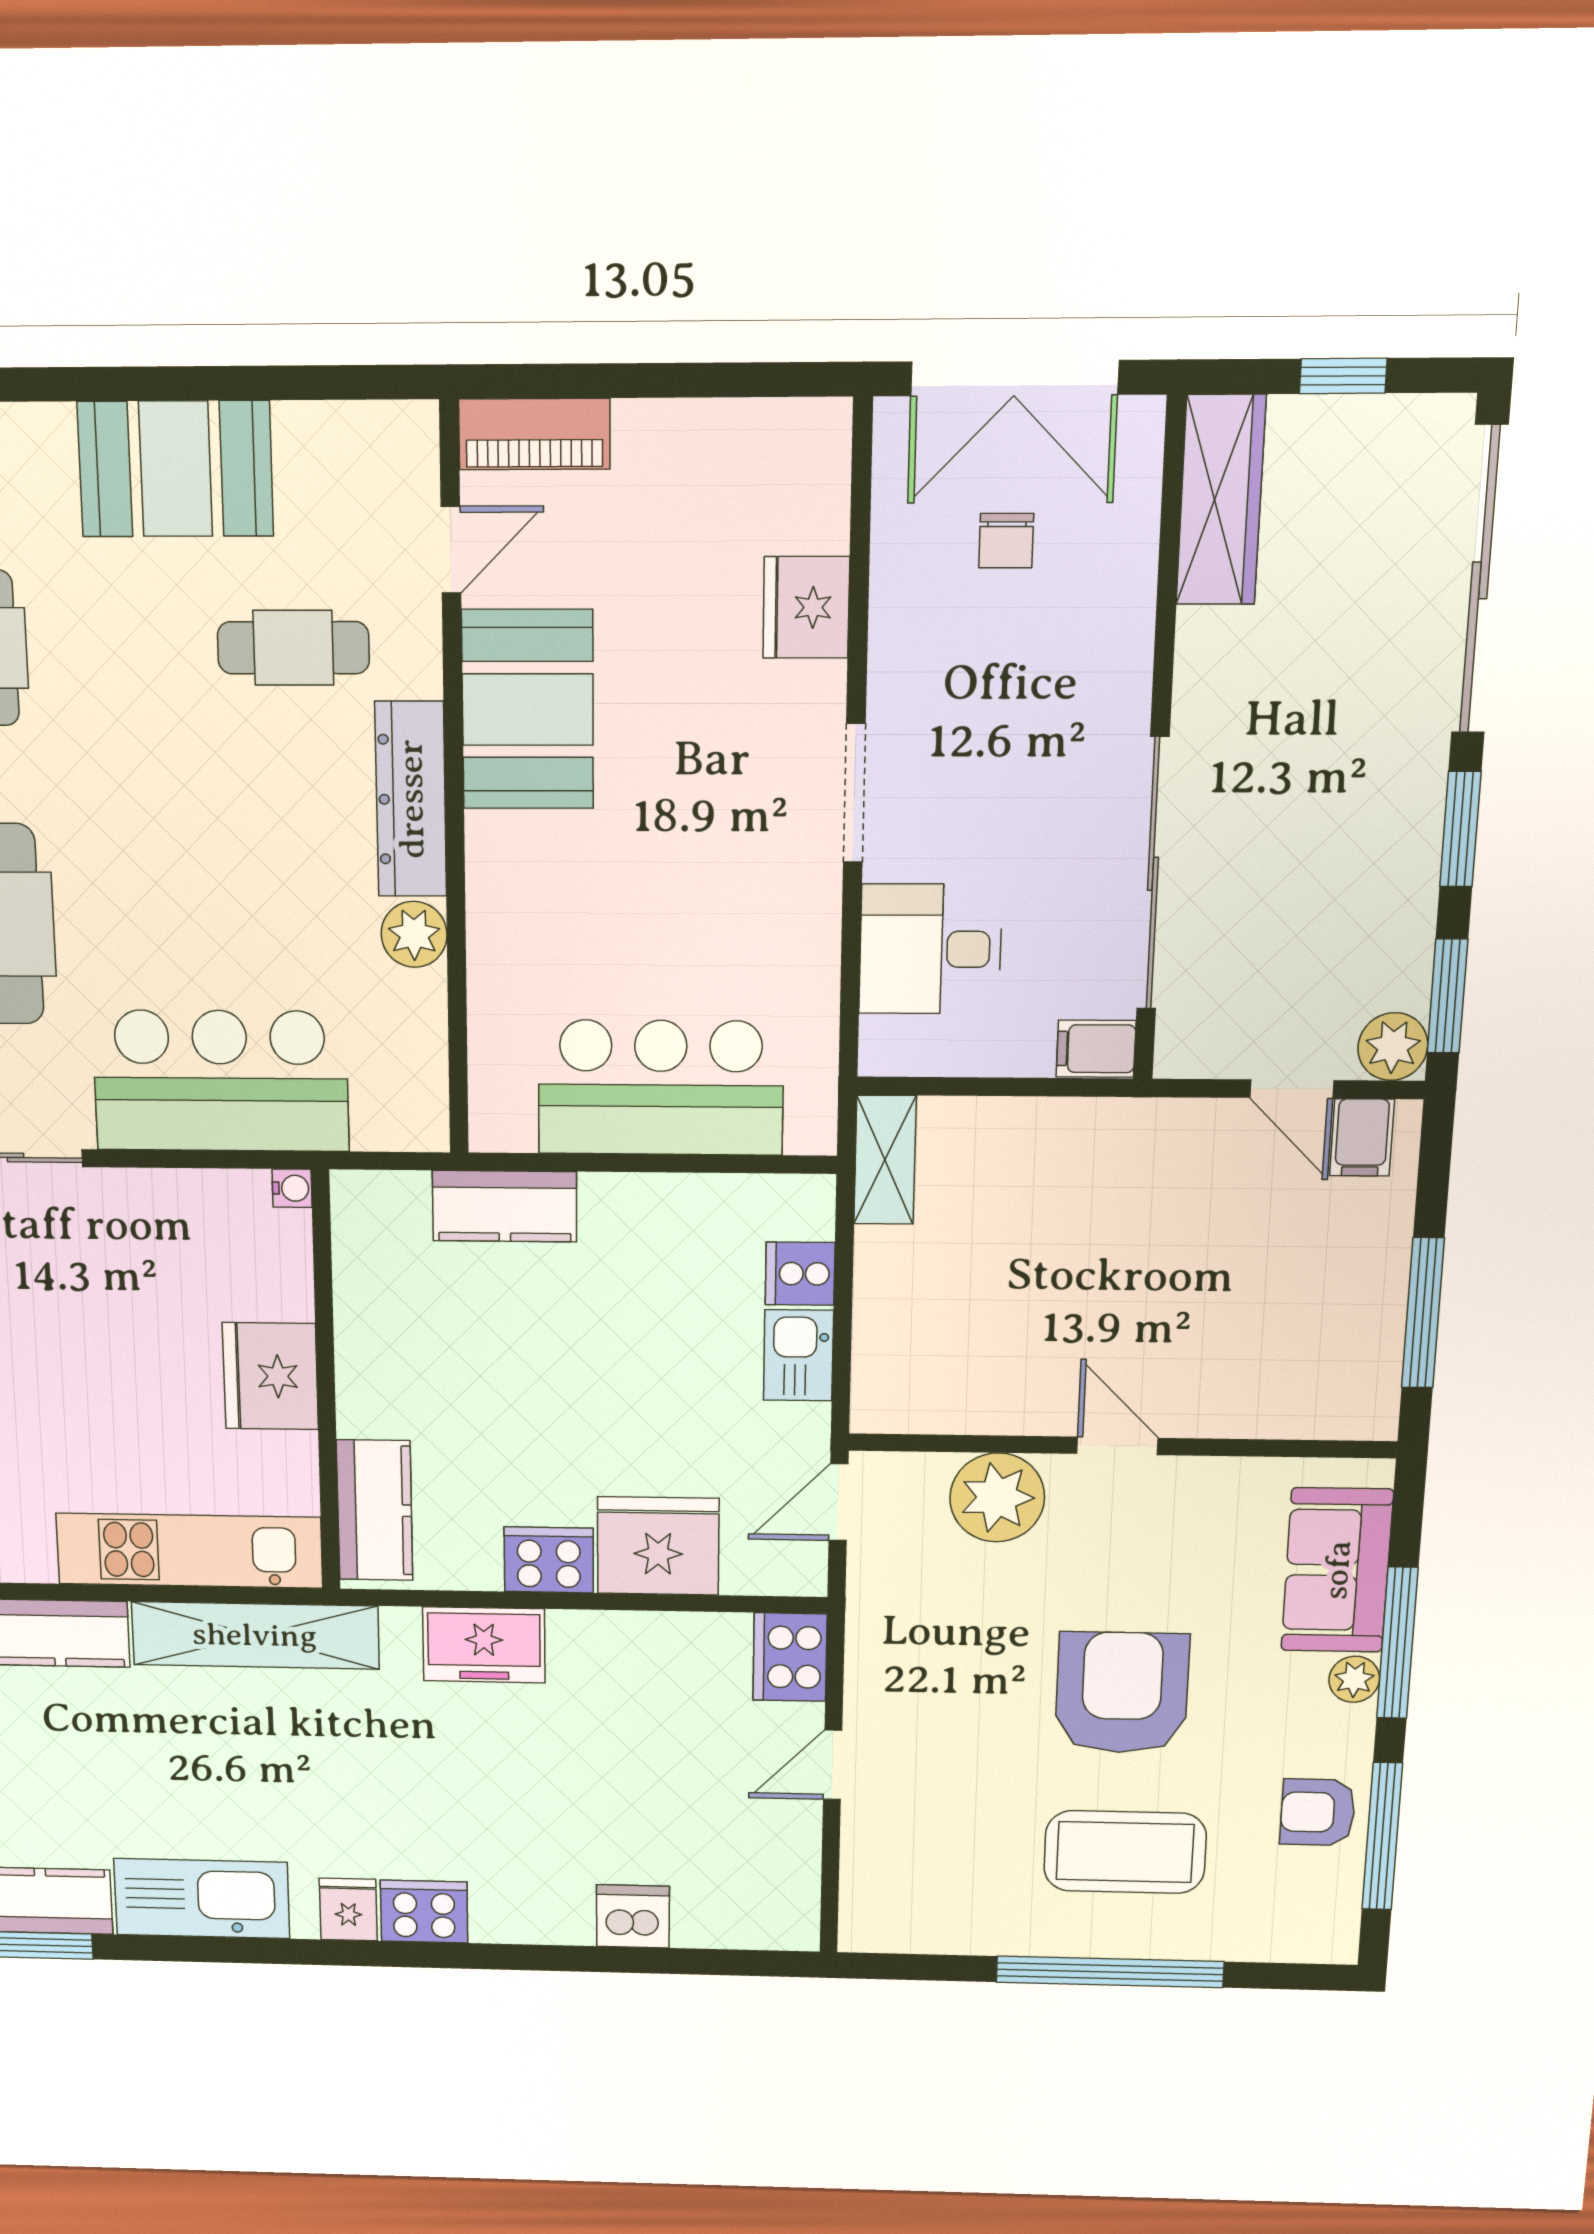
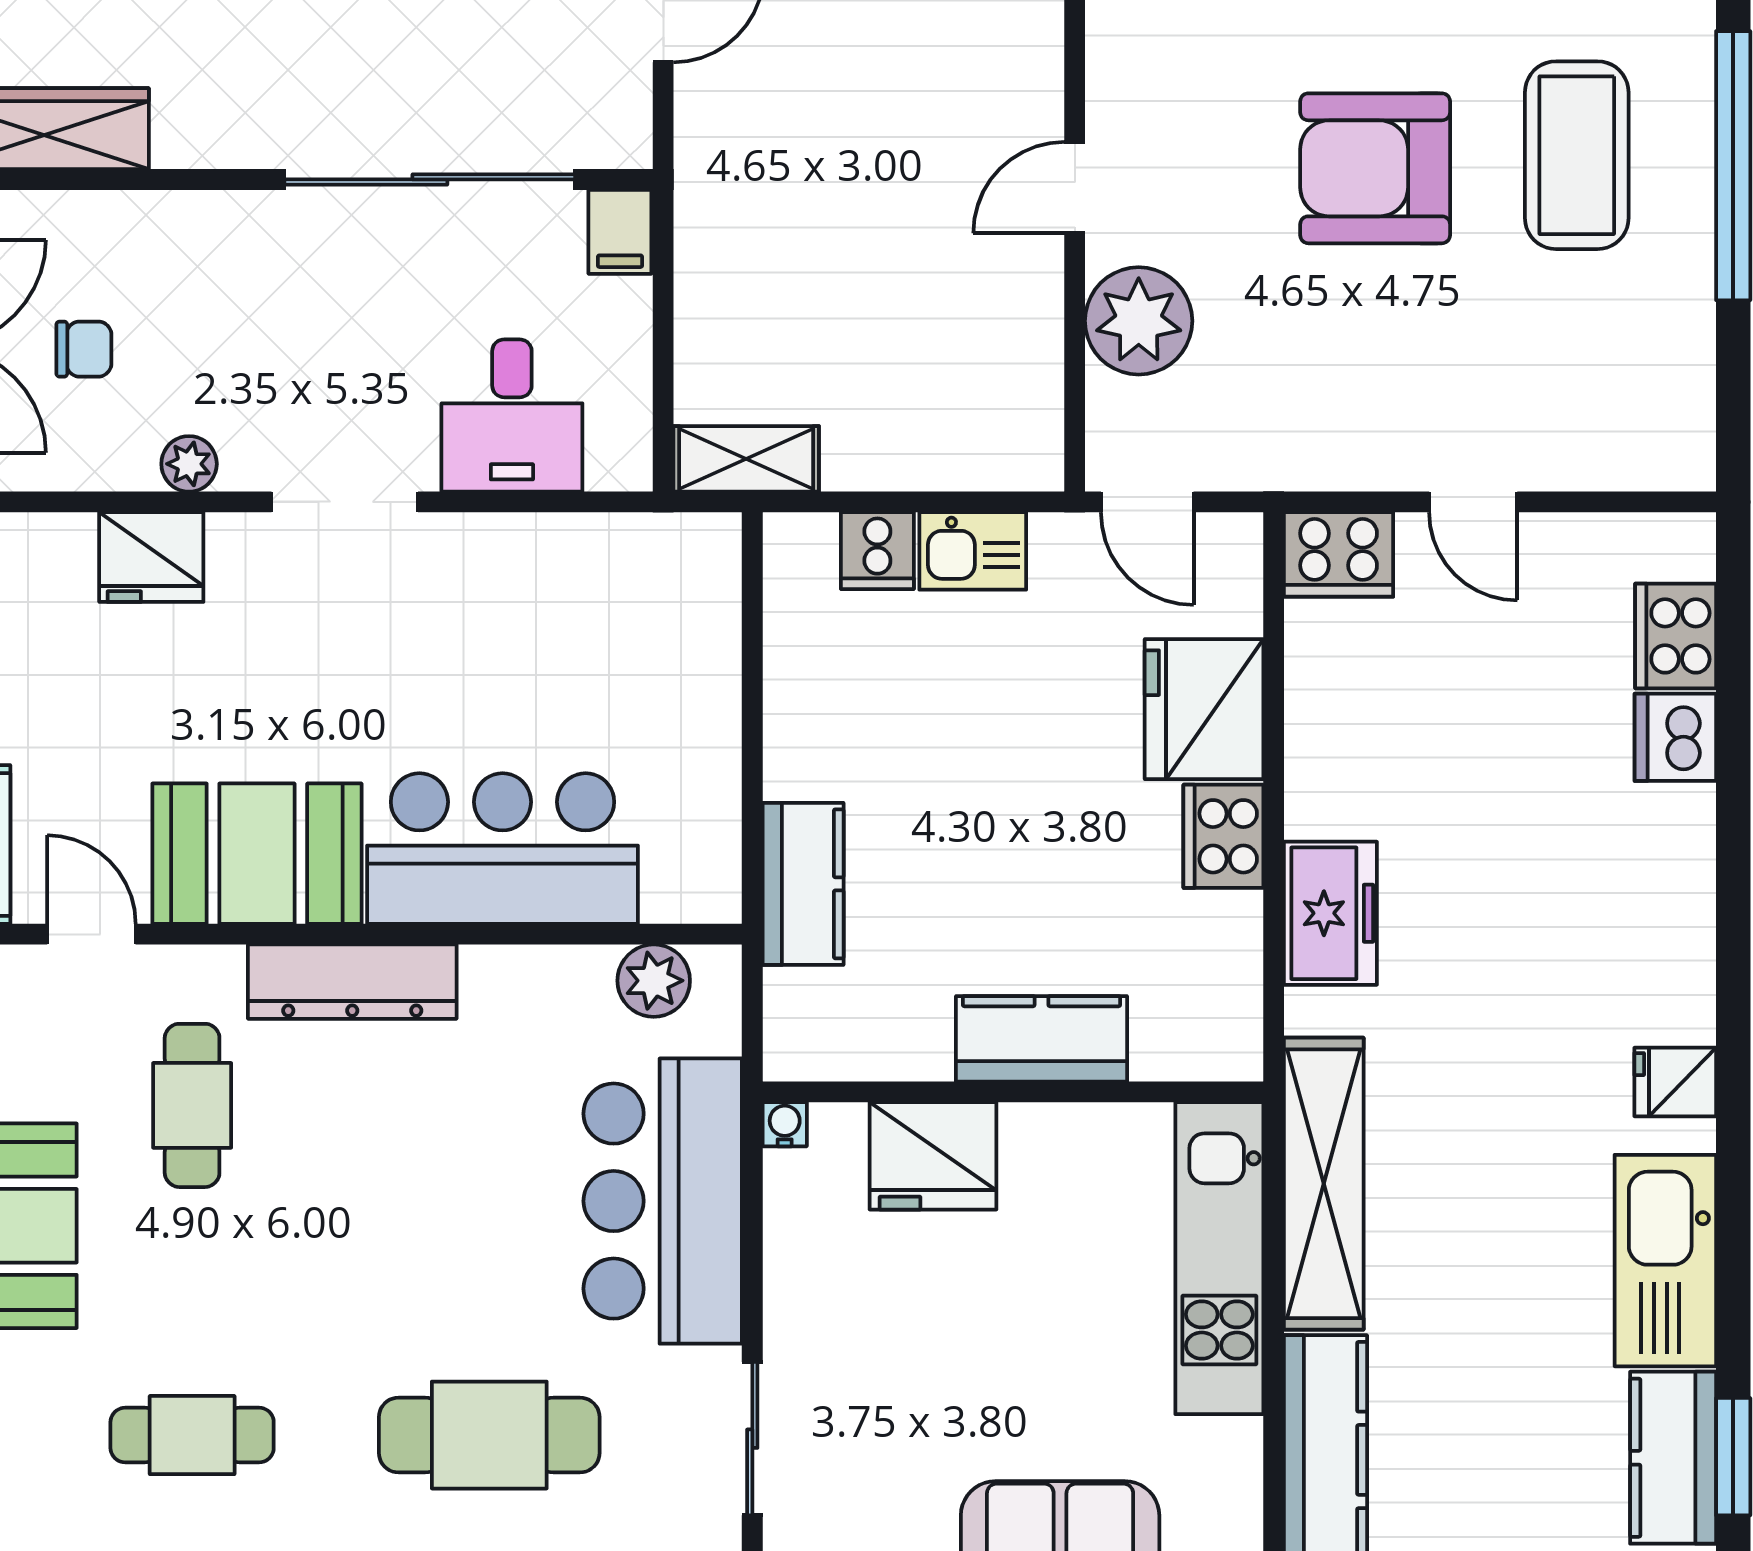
plant: (894, 644) -> (189, 464), added
plant: (414, 934) -> (654, 981), moved
bar counter: (661, 1088) -> (502, 849), moved, turned 90
fridge: (270, 1376) -> (933, 1156), moved
kitchen counter: (375, 1510) -> (1041, 1039), moved
cooker: (424, 1912) -> (1676, 636), moved

